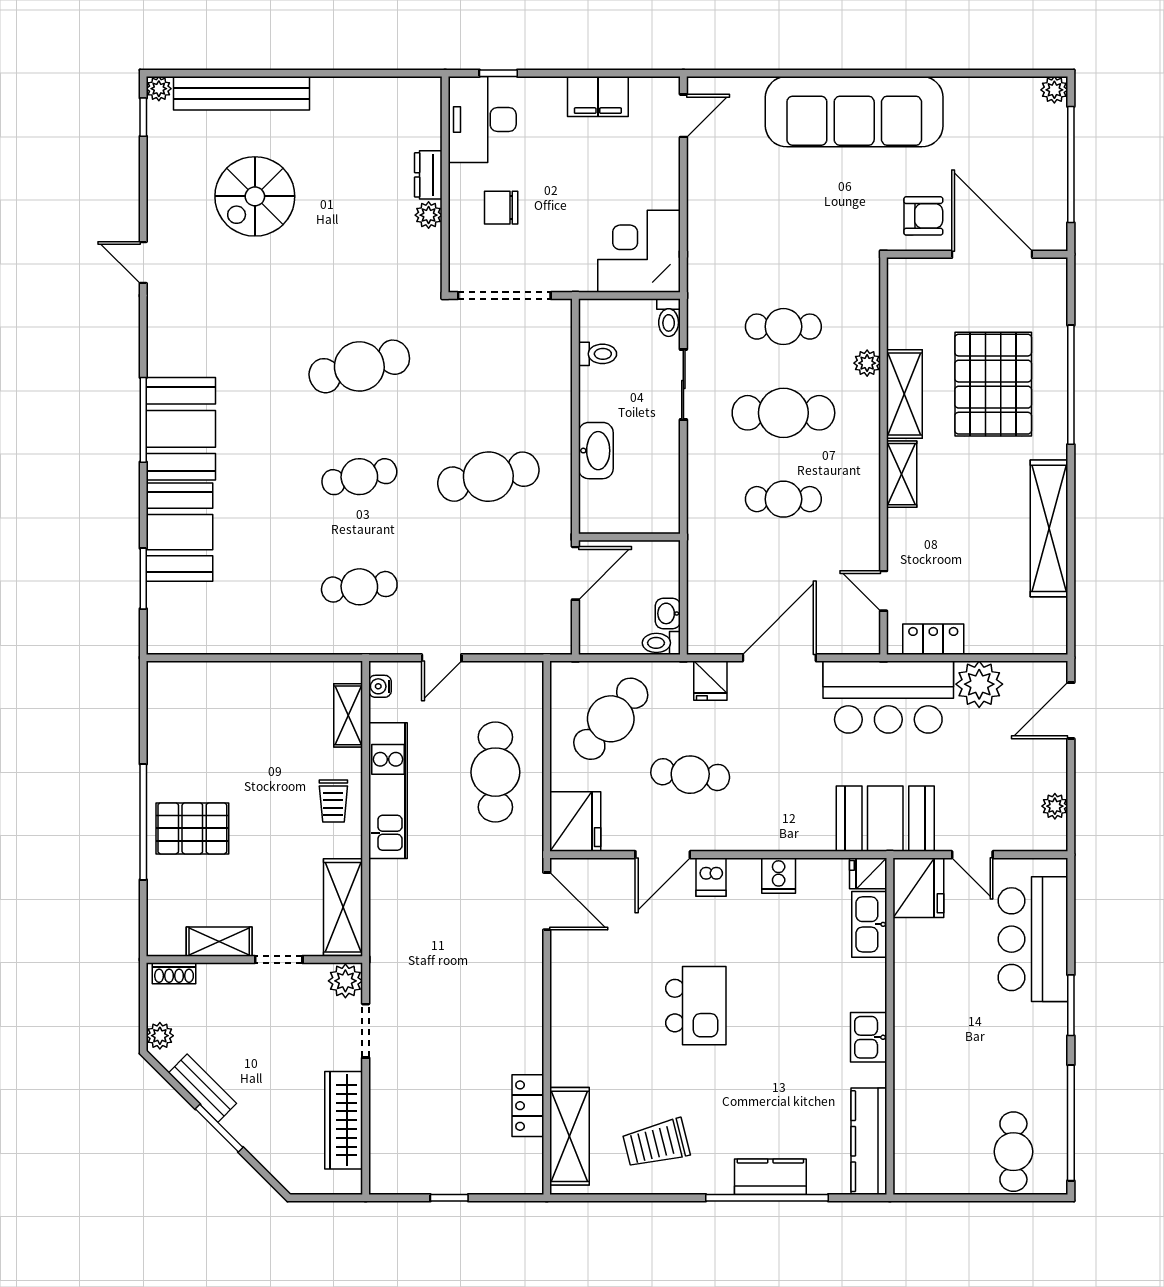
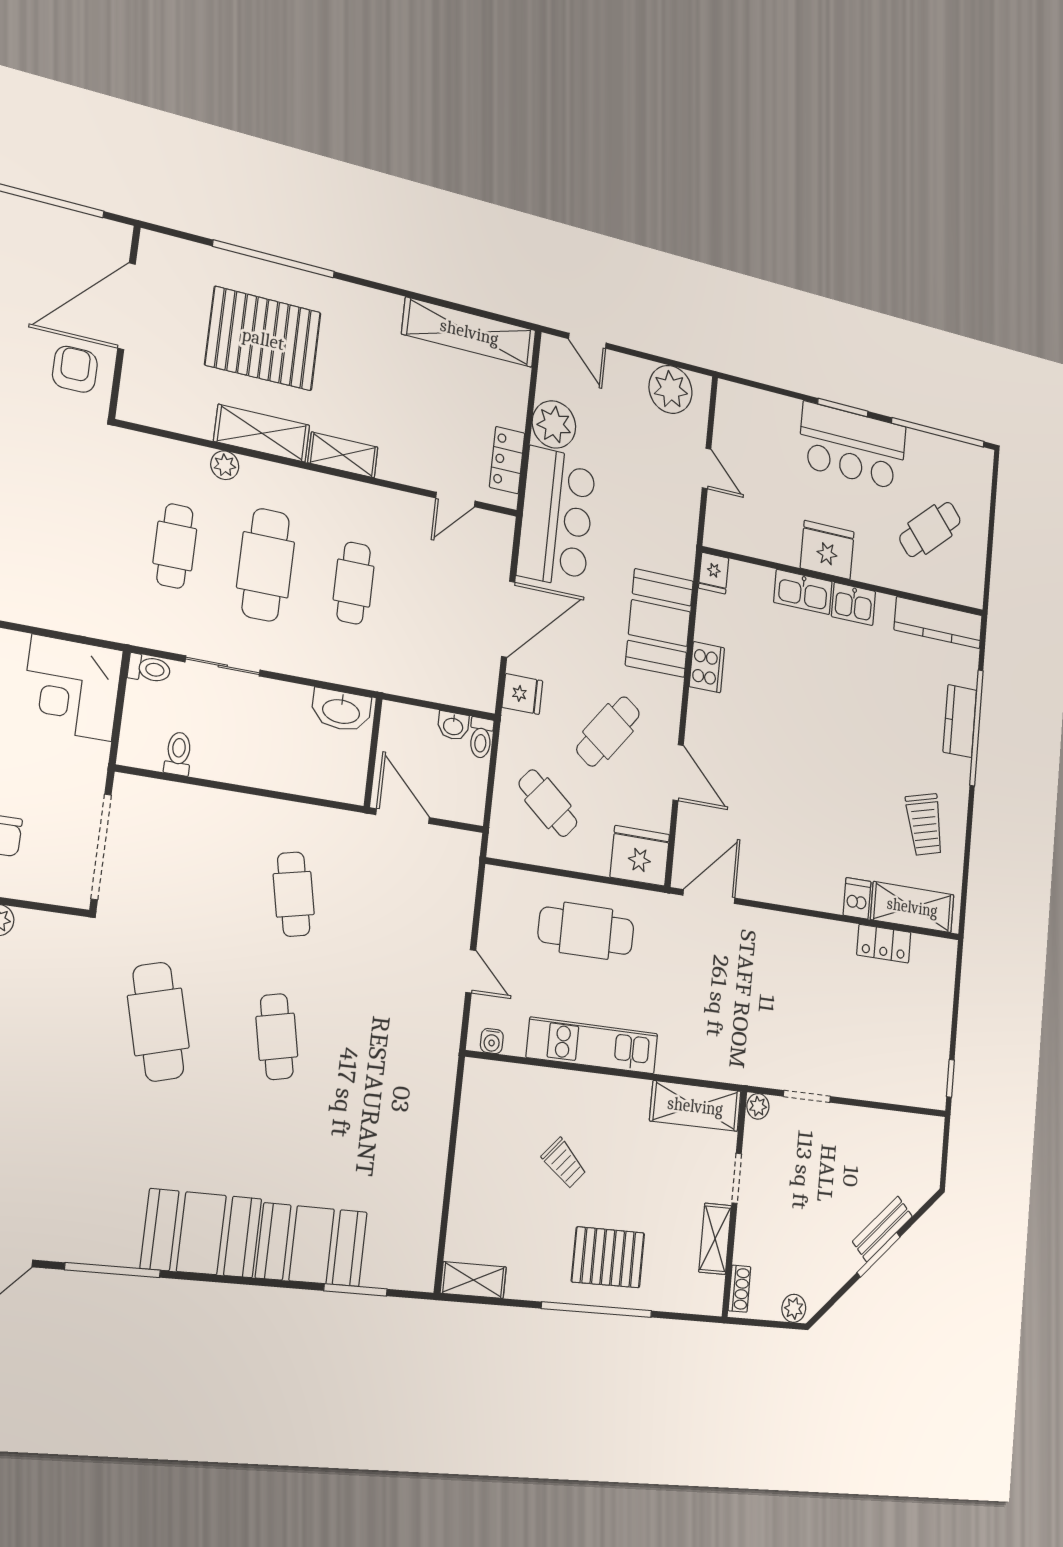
window: (143, 420) -> (113, 1270), moved
washbasin: (596, 451) -> (341, 710), moved, turned 180
cafe table: (488, 477) -> (294, 894), width x0.73, depth x0.74
shelving: (1049, 528) -> (469, 332), moved
cafe table: (359, 587) -> (391, 1051), removed
door: (779, 658) -> (508, 619), swing flipped
door: (1071, 711) -> (587, 341), width x0.73
shelving: (348, 715) -> (473, 1280), moved
cafe table: (611, 719) -> (548, 803), width x0.73, depth x0.74
cafe table: (690, 775) -> (608, 731), turned 31
trolley: (333, 801) -> (564, 1163), moved, turned 42
plant: (1055, 806) -> (670, 389), width x1.88, depth x1.88
booth: (885, 819) -> (659, 623), moved
pallet: (192, 828) -> (608, 1257), turned 90
door: (972, 855) -> (707, 468), hinge flipped
cooker: (779, 876) -> (707, 667), width x1.36
dishwasher: (711, 877) -> (857, 898), moved, turned -90
fridge: (918, 888) -> (827, 550), moved
kitchen sink: (869, 924) -> (803, 592), moved
bar counter: (1033, 939) -> (852, 446), moved
plant: (345, 981) -> (758, 1106), width x0.73, depth x0.73
kitchen island: (696, 1006) -> (813, 765), removed
bench: (202, 1088) -> (882, 1229), moved
wardrobe: (344, 1120) -> (882, 1128), removed
cafe table: (1013, 1152) -> (930, 529), moved, turned -41
window: (449, 1198) -> (950, 1078), moved

